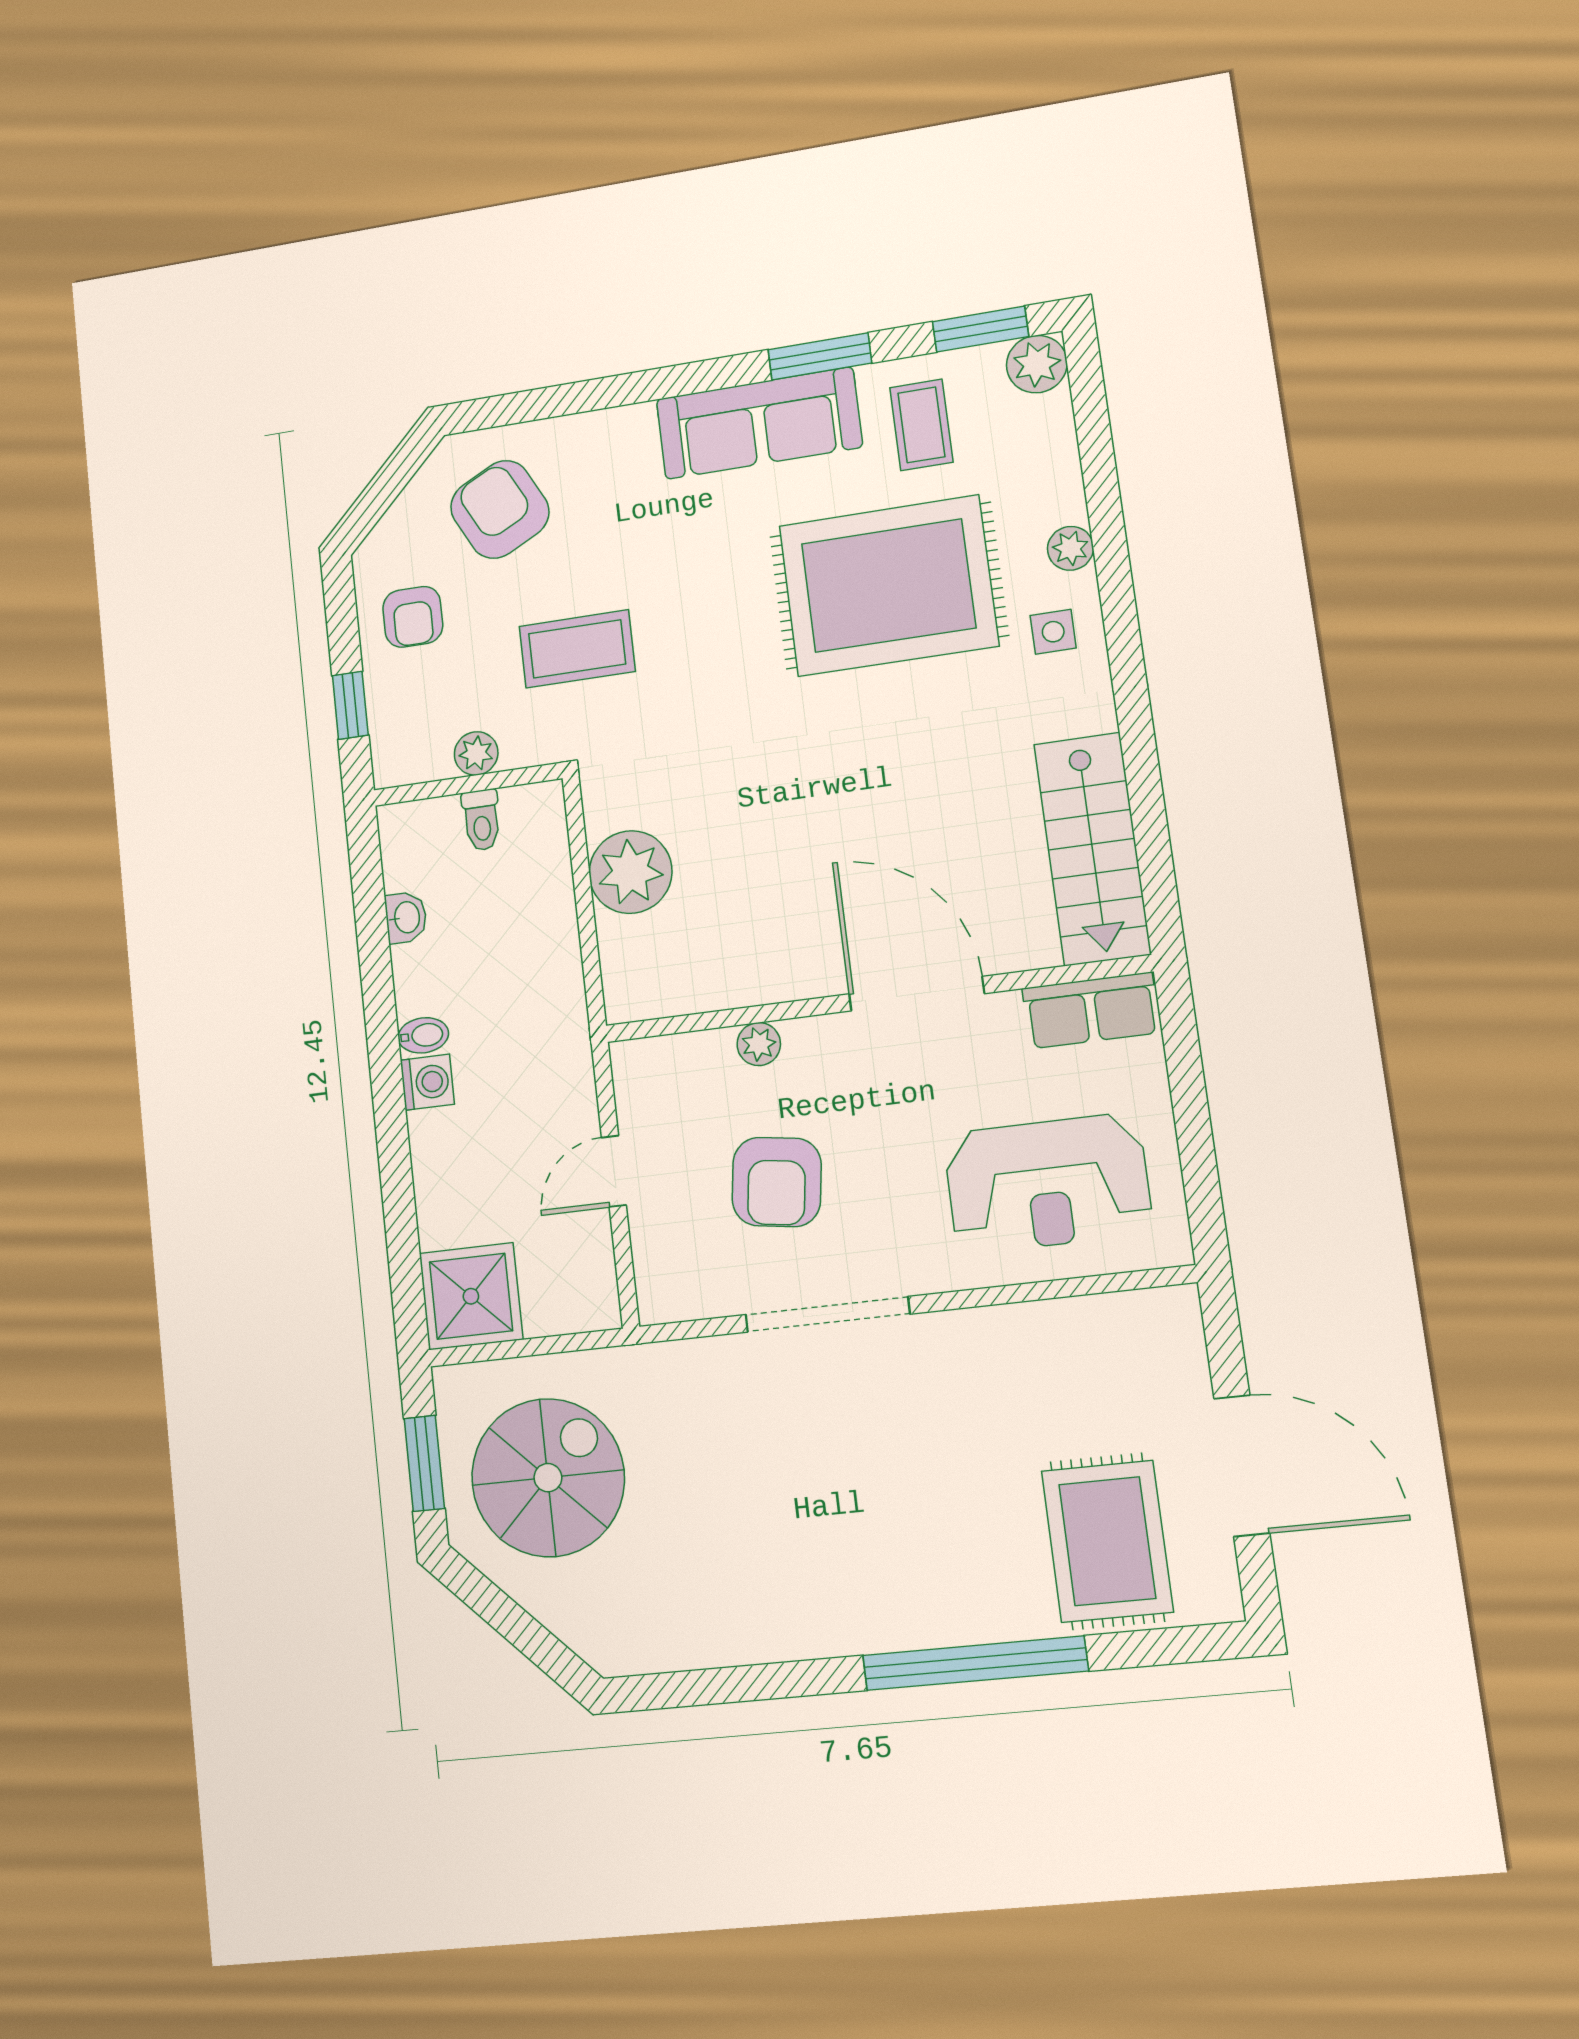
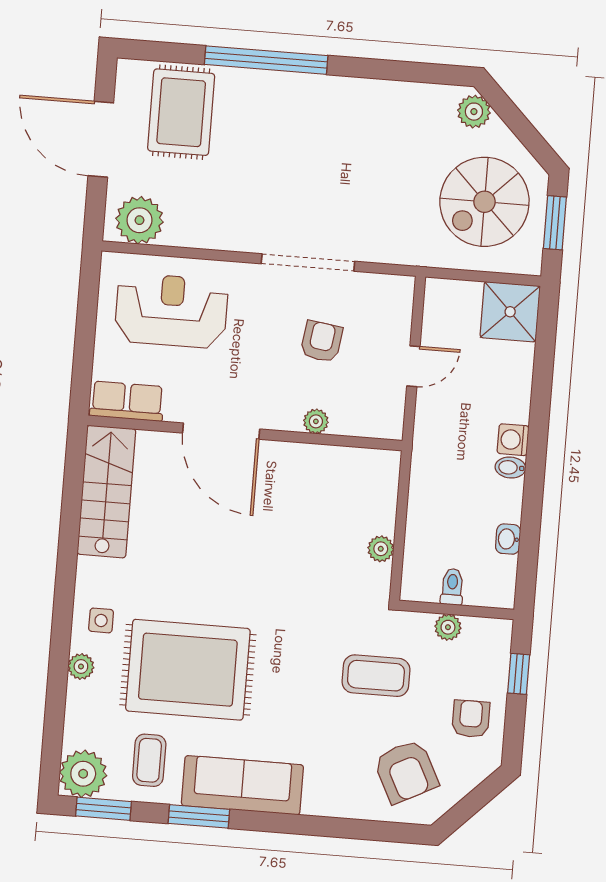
plant: (1037, 364) -> (83, 774), width x1.36, depth x1.36
plant: (630, 872) -> (381, 549), width x0.53, depth x0.53
armchair: (777, 1182) -> (322, 342), width x0.72, depth x0.72
plant: (1139, 1332) -> (139, 220), added
plant: (595, 1633) -> (474, 112), added

